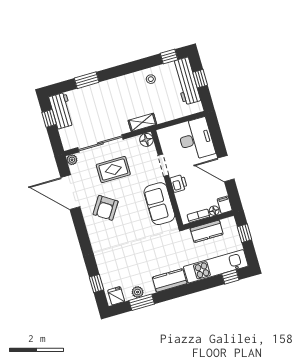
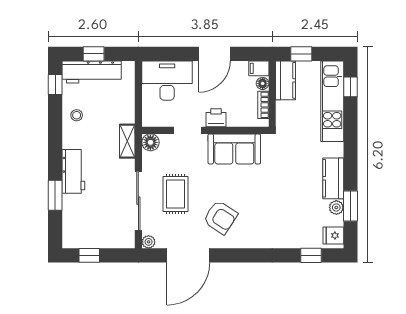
workbench: (62, 111) -> (73, 171), moved, turned 90
kitchen counter: (207, 231) -> (286, 80), moved
kitchen counter: (170, 280) -> (333, 178), moved

